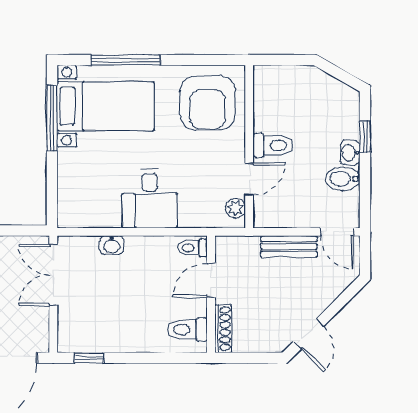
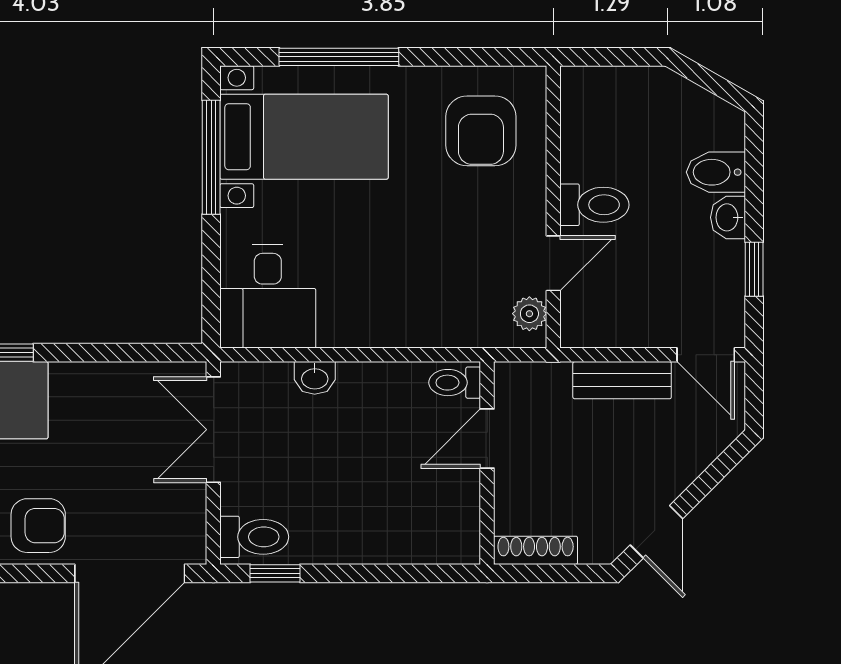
armchair: (208, 103) -> (481, 131), width x0.73, depth x0.73
window: (365, 136) -> (754, 269), moved
bidet: (343, 179) -> (716, 172), moved
desk: (150, 198) -> (268, 297), moved
shoe rack: (223, 329) -> (536, 550), moved, turned -90
toilet: (187, 330) -> (254, 537), moved, turned 180

